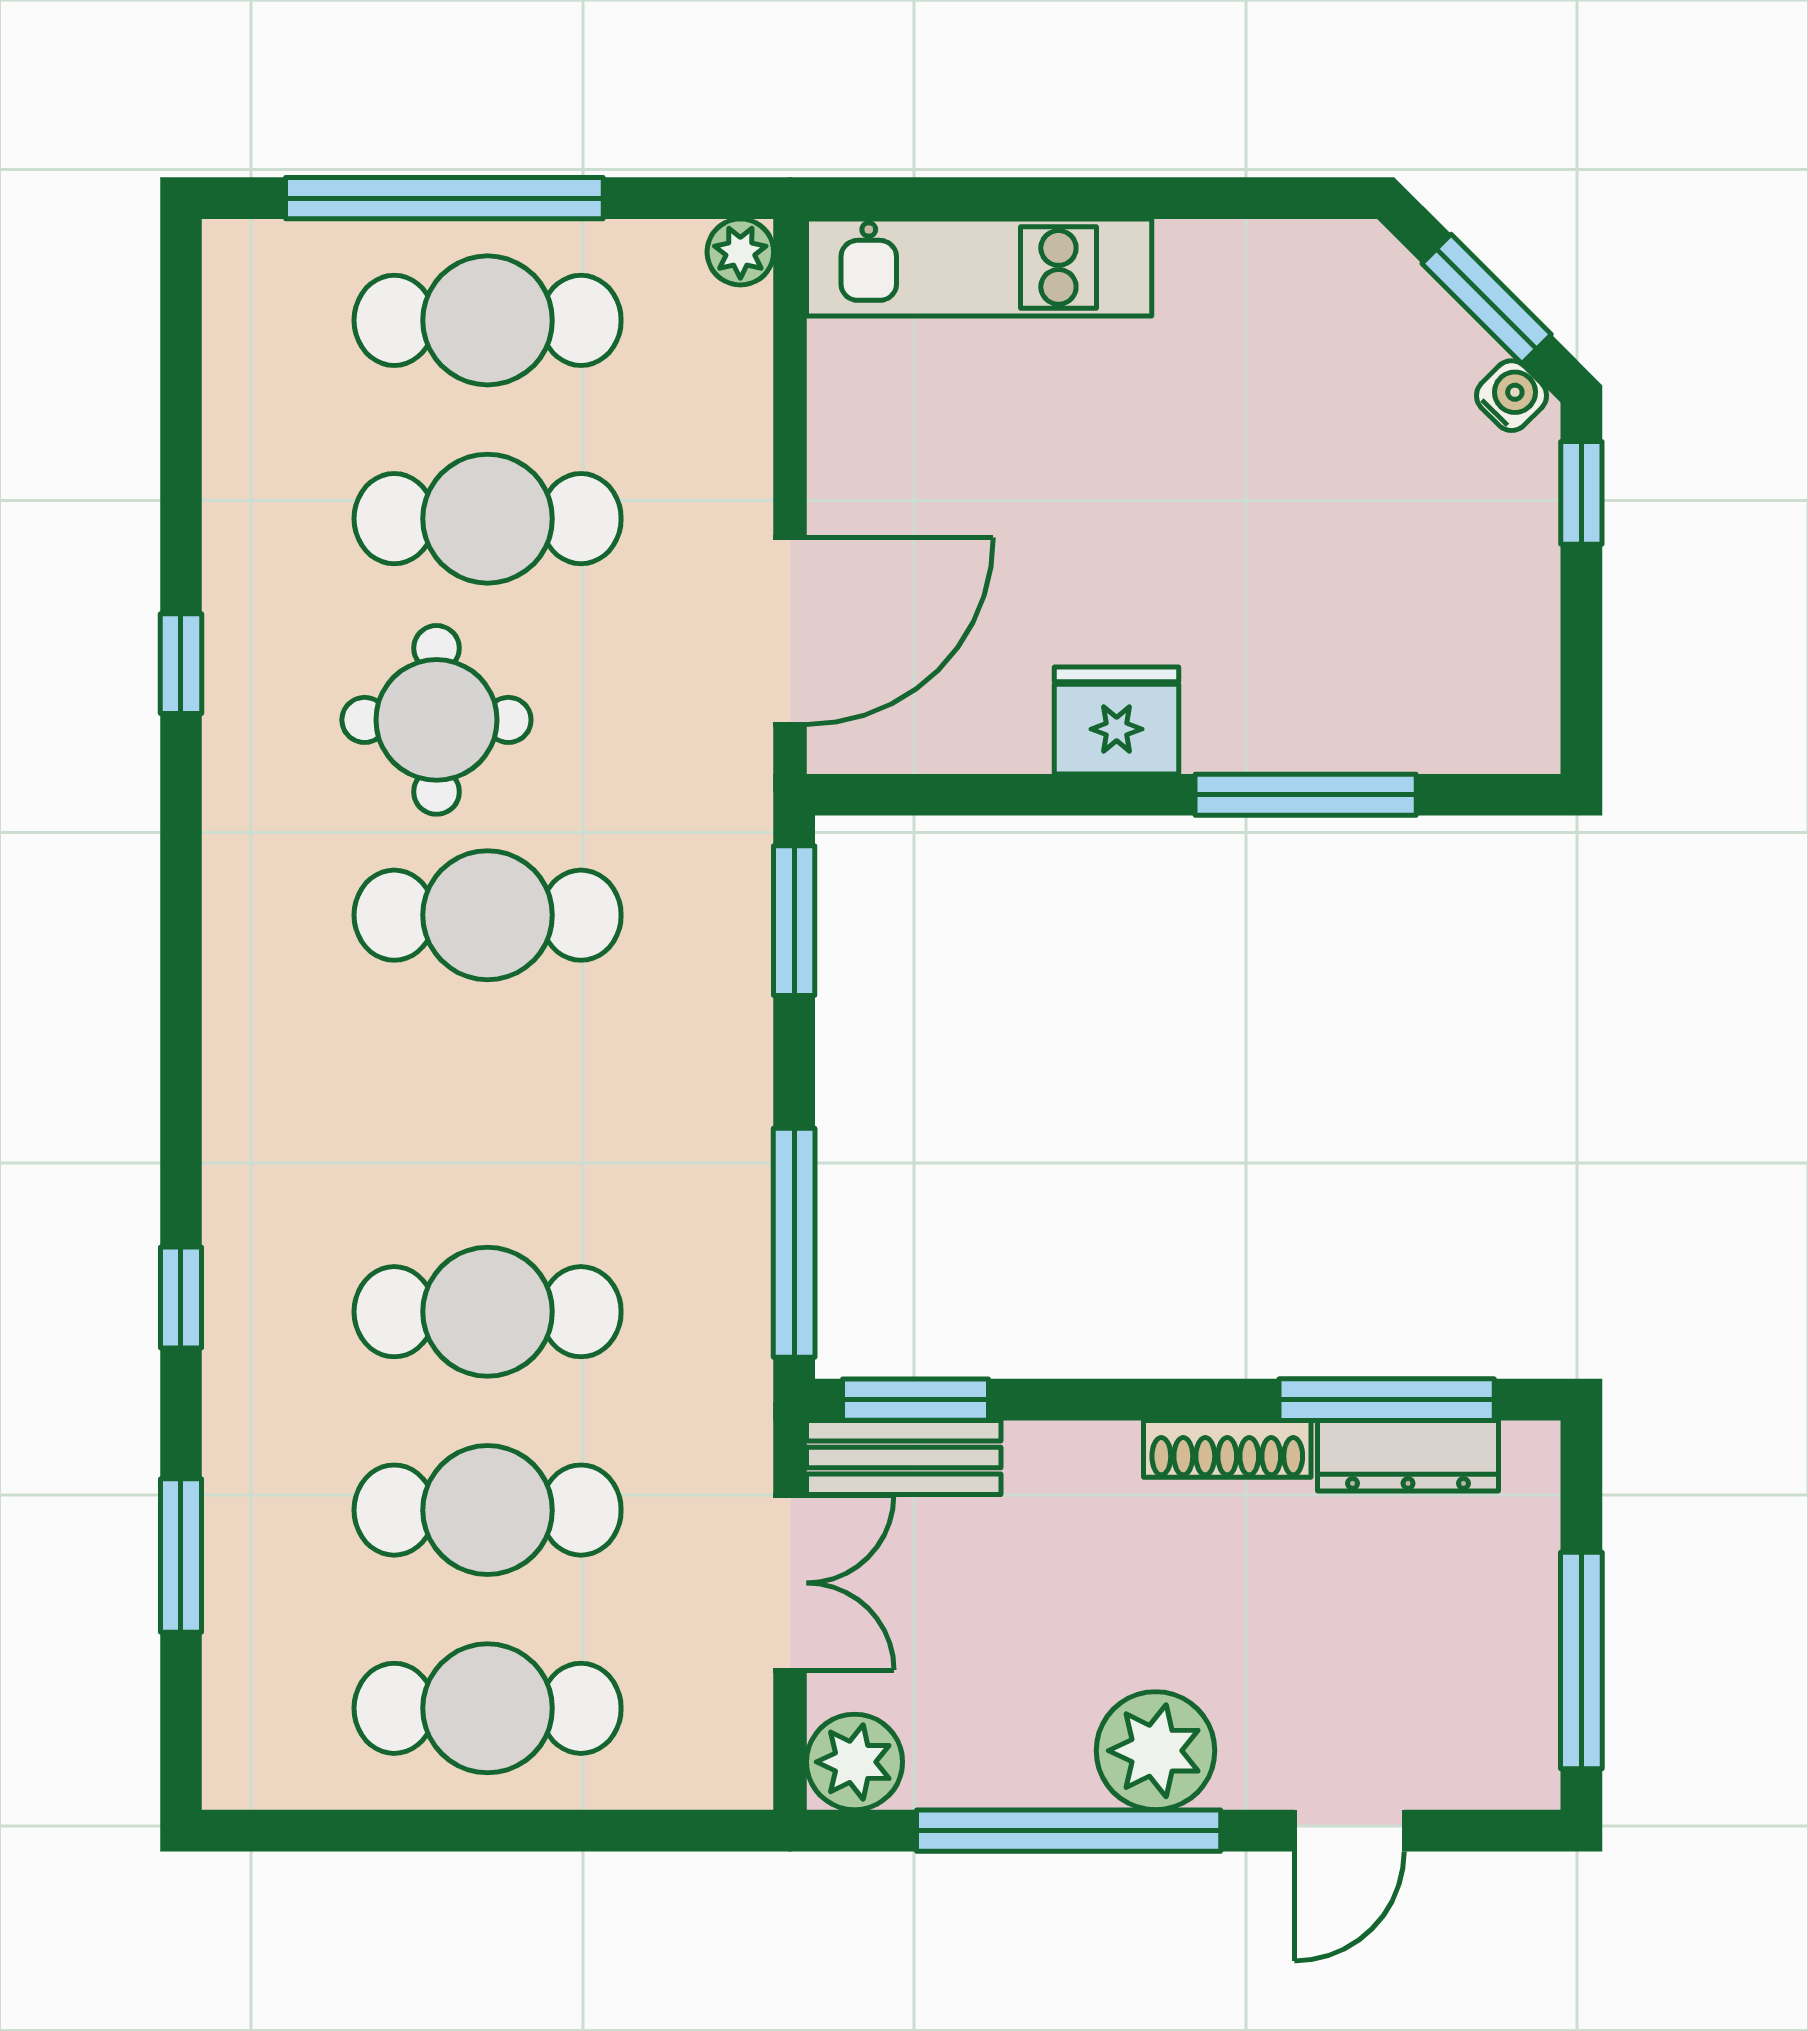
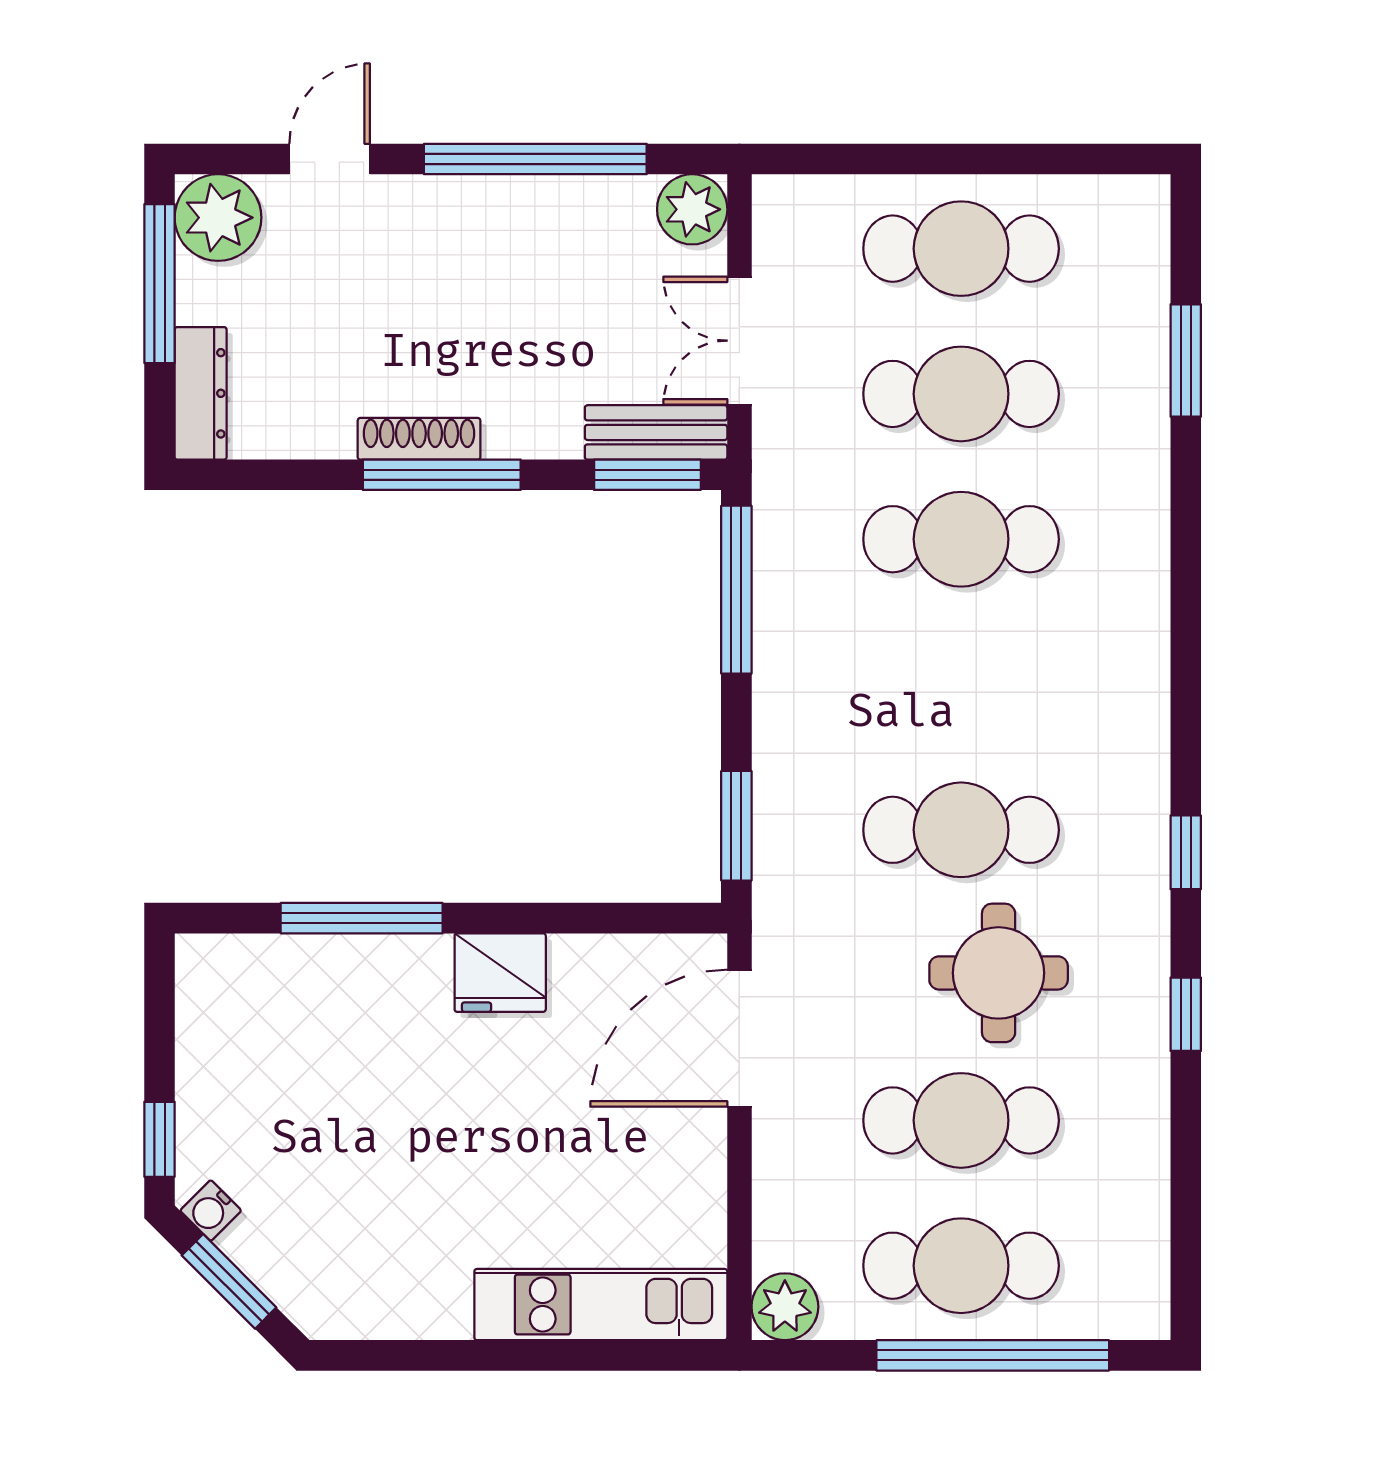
plant: (740, 252) -> (785, 1307), width x1.38, depth x1.38
window: (181, 1297) -> (1186, 852), moved
window: (1387, 1400) -> (442, 475), moved
dresser: (1408, 1456) -> (201, 393), moved, turned 90
plant: (1156, 1751) -> (218, 218), moved

